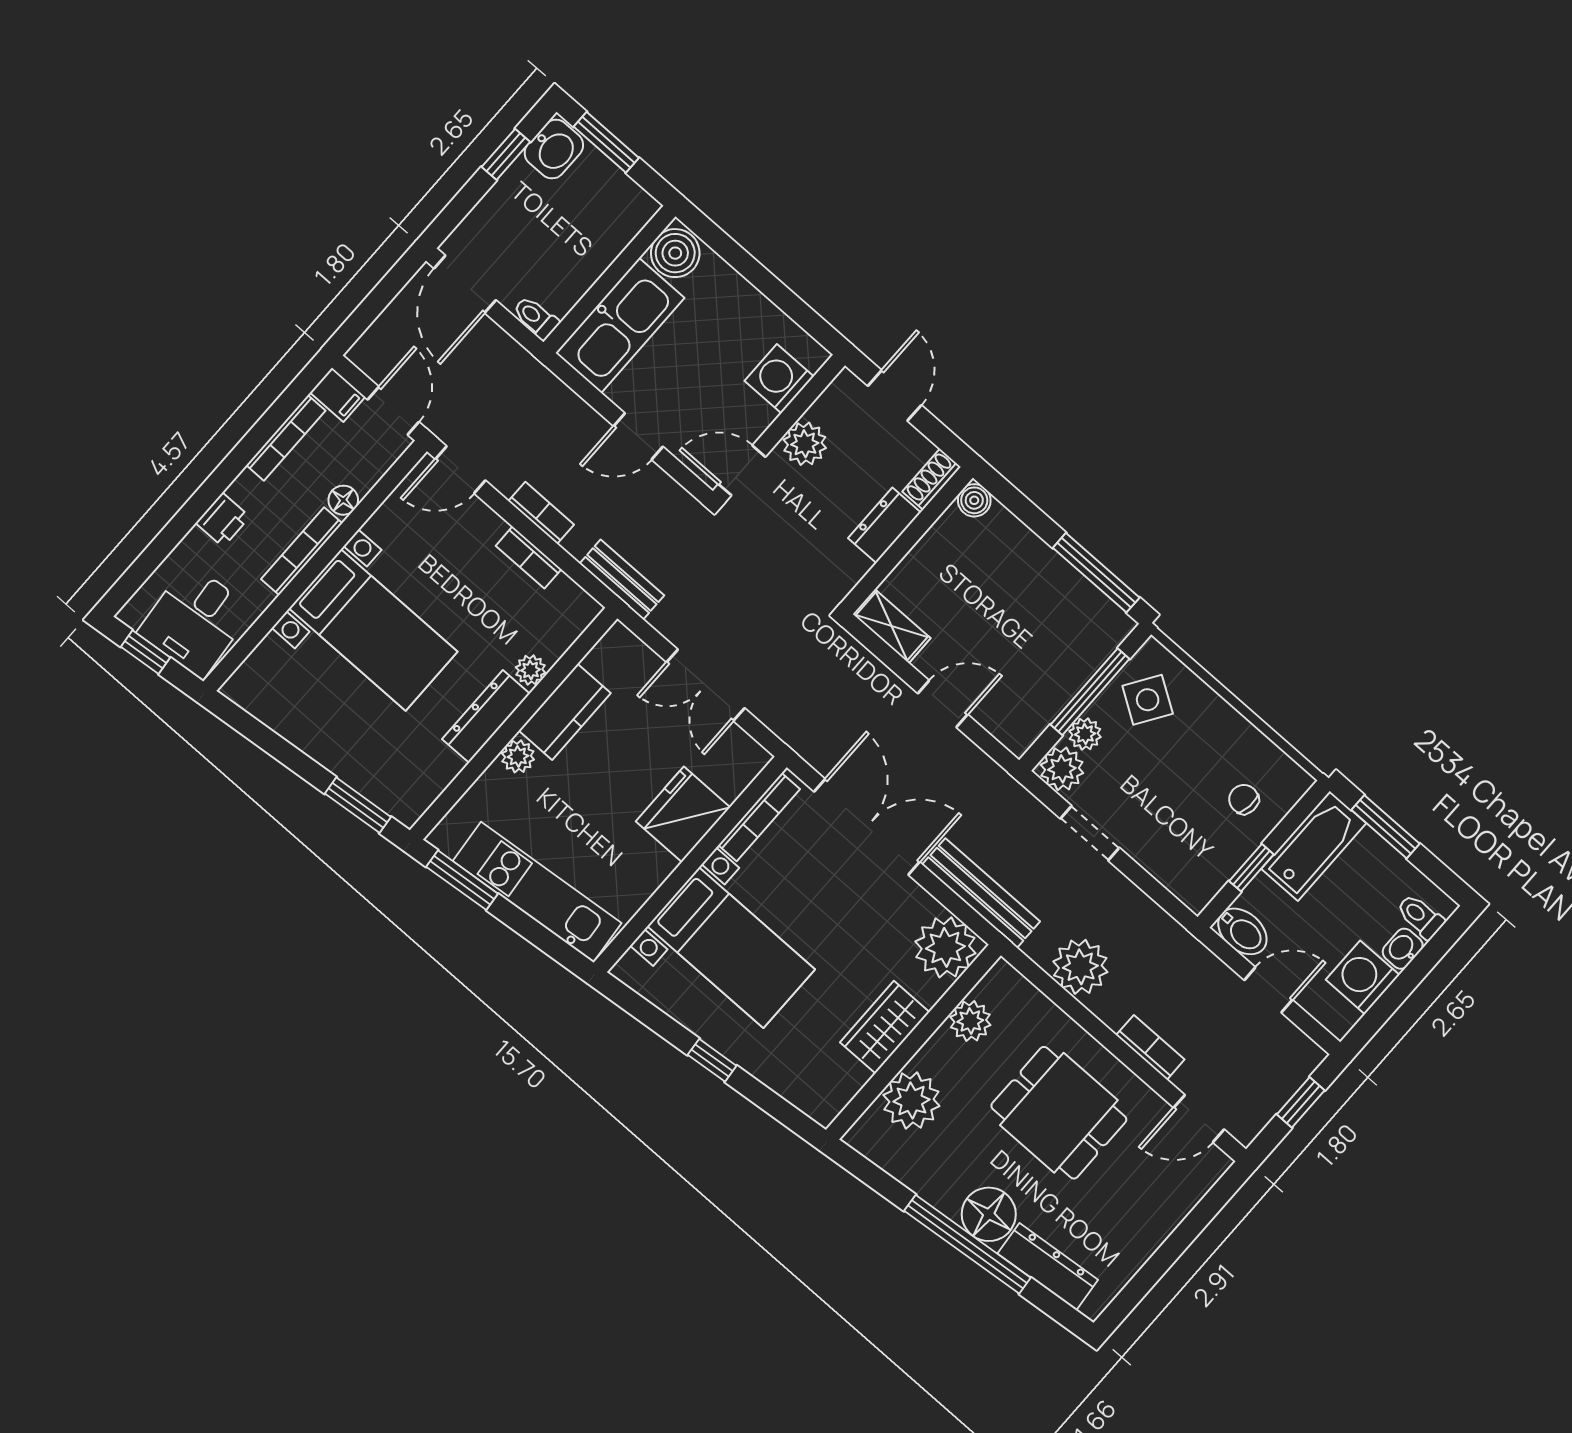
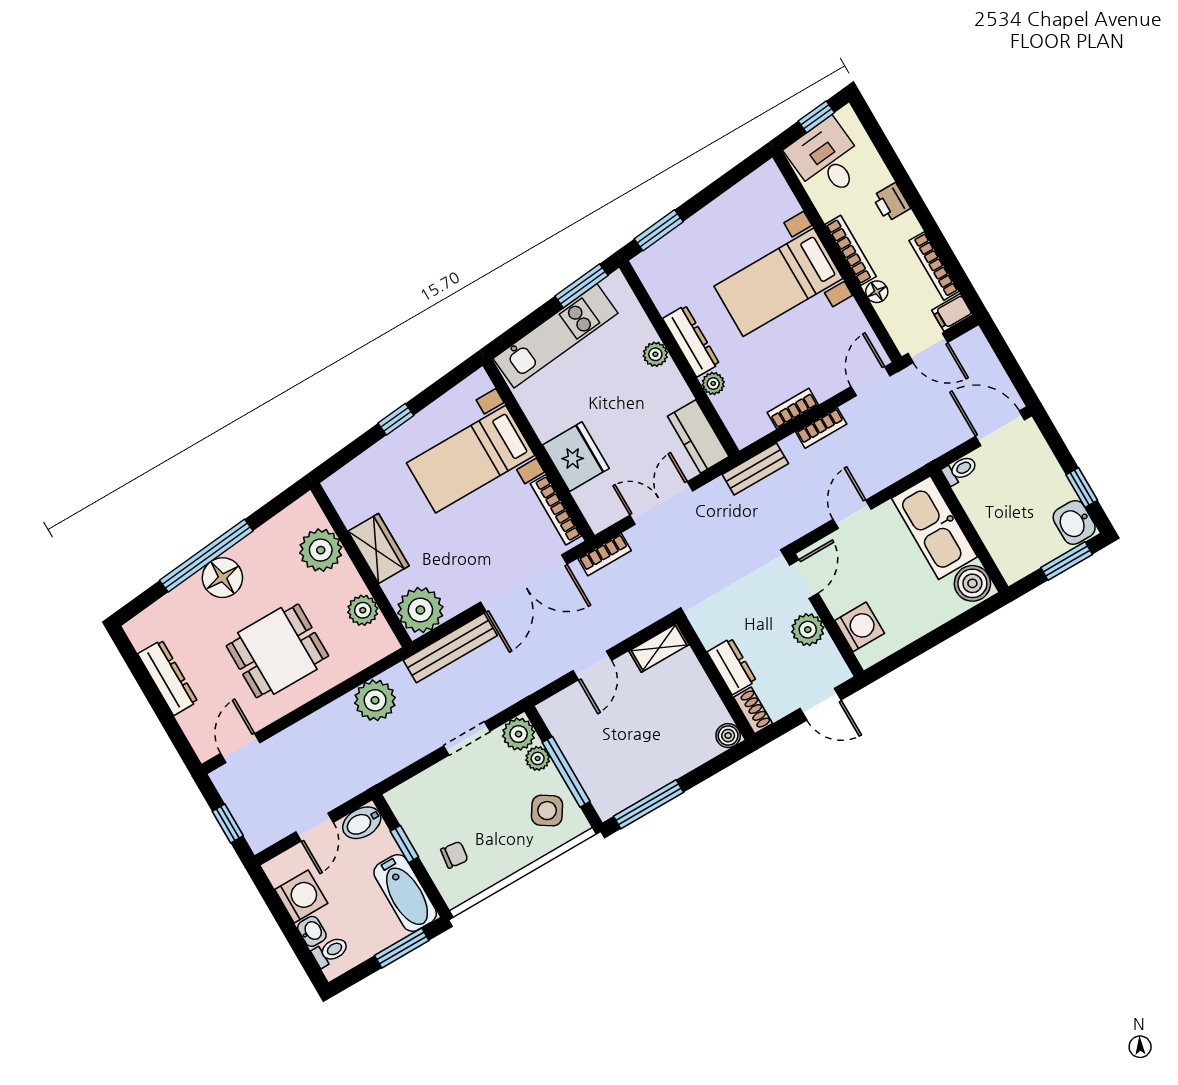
kitchen counter: (565, 712) -> (698, 436), moved
bookcase: (1150, 1047) -> (605, 555), moved
dresser: (1048, 1267) -> (168, 678), moved, turned -84

